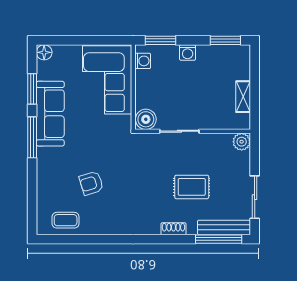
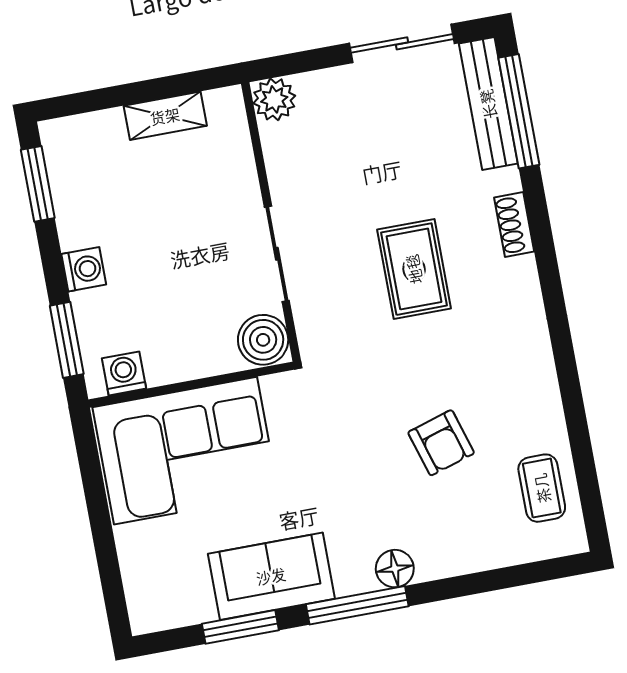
floor lamp: (44, 52) -> (395, 569), moved
sofa: (50, 114) -> (271, 576), width x0.73
rug: (192, 187) -> (414, 269), moved

